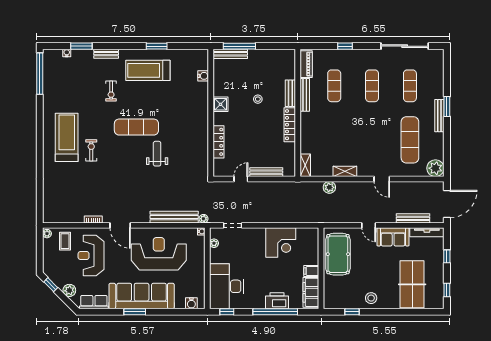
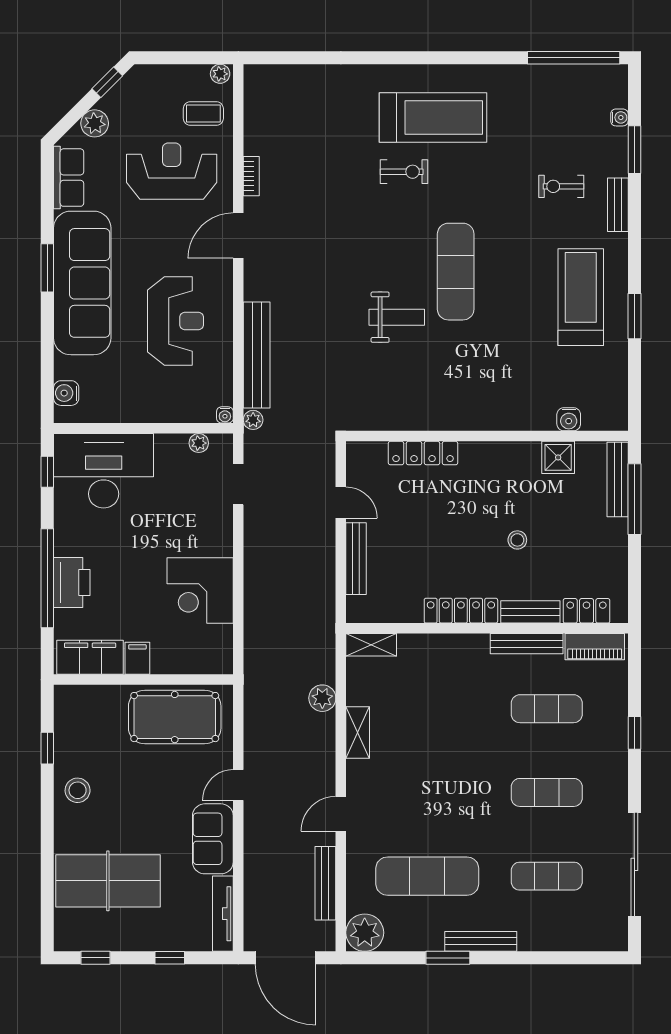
locker: (290, 68) -> (587, 611), added
exercise bike: (111, 91) -> (561, 186), moved
shower: (220, 104) -> (558, 457), moved
window: (447, 107) -> (448, 958), moved
bench: (413, 218) -> (325, 883), moved
reception desk: (159, 254) -> (175, 321), width x0.74, depth x0.77

